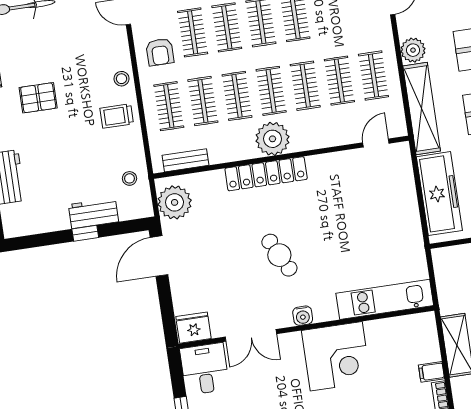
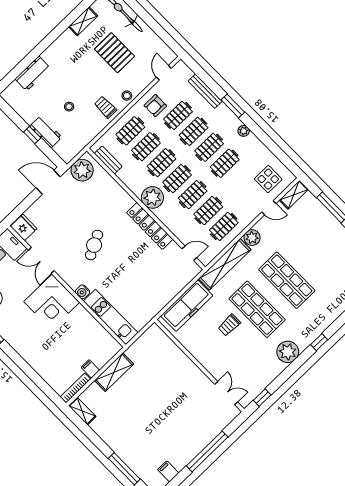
pallet: (38, 98) -> (114, 53), moved, width x1.50, depth x1.42
locker: (266, 174) -> (150, 226), moved
stool: (130, 178) -> (69, 107), moved
water cooler: (303, 316) -> (83, 292), moved
corner desk: (336, 356) -> (52, 302), moved

